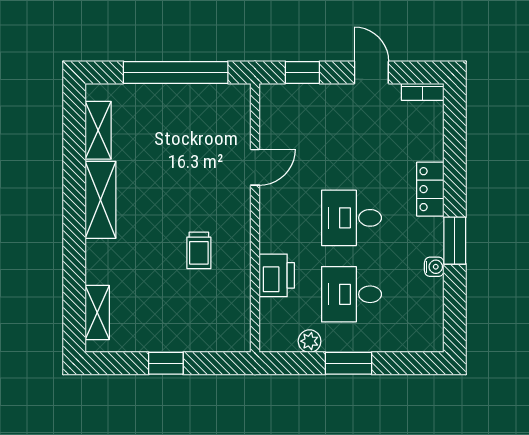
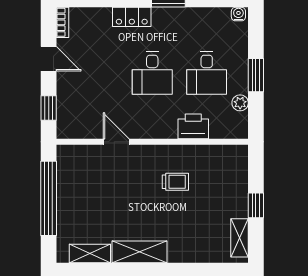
door: (371, 72) -> (49, 59), swing flipped
water cooler: (434, 267) -> (238, 14), moved
shelving: (97, 313) -> (239, 238), moved, turned 90

